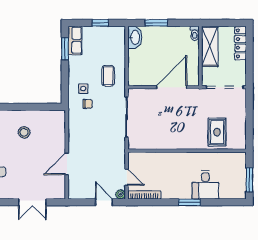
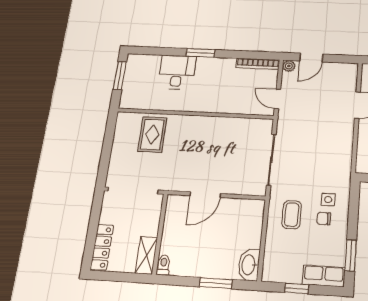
row of seats: (75, 40) -> (324, 276), moved, turned 90
shelving: (210, 46) -> (146, 255), width x0.67, depth x0.75
door: (172, 87) -> (205, 195), width x0.73
chair: (88, 104) -> (324, 219), moved
door: (127, 177) -> (277, 99), moved
door: (104, 202) -> (311, 58), hinge flipped

